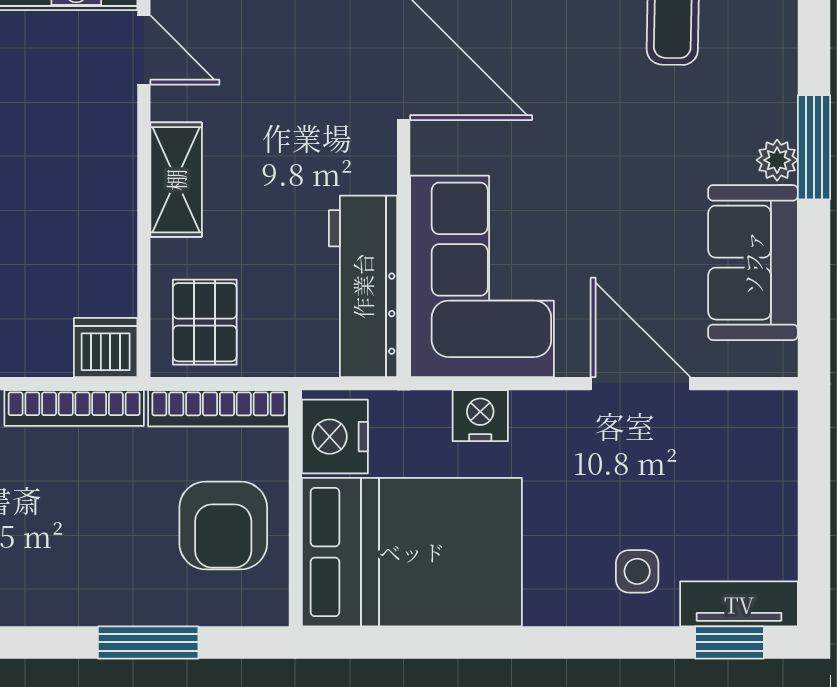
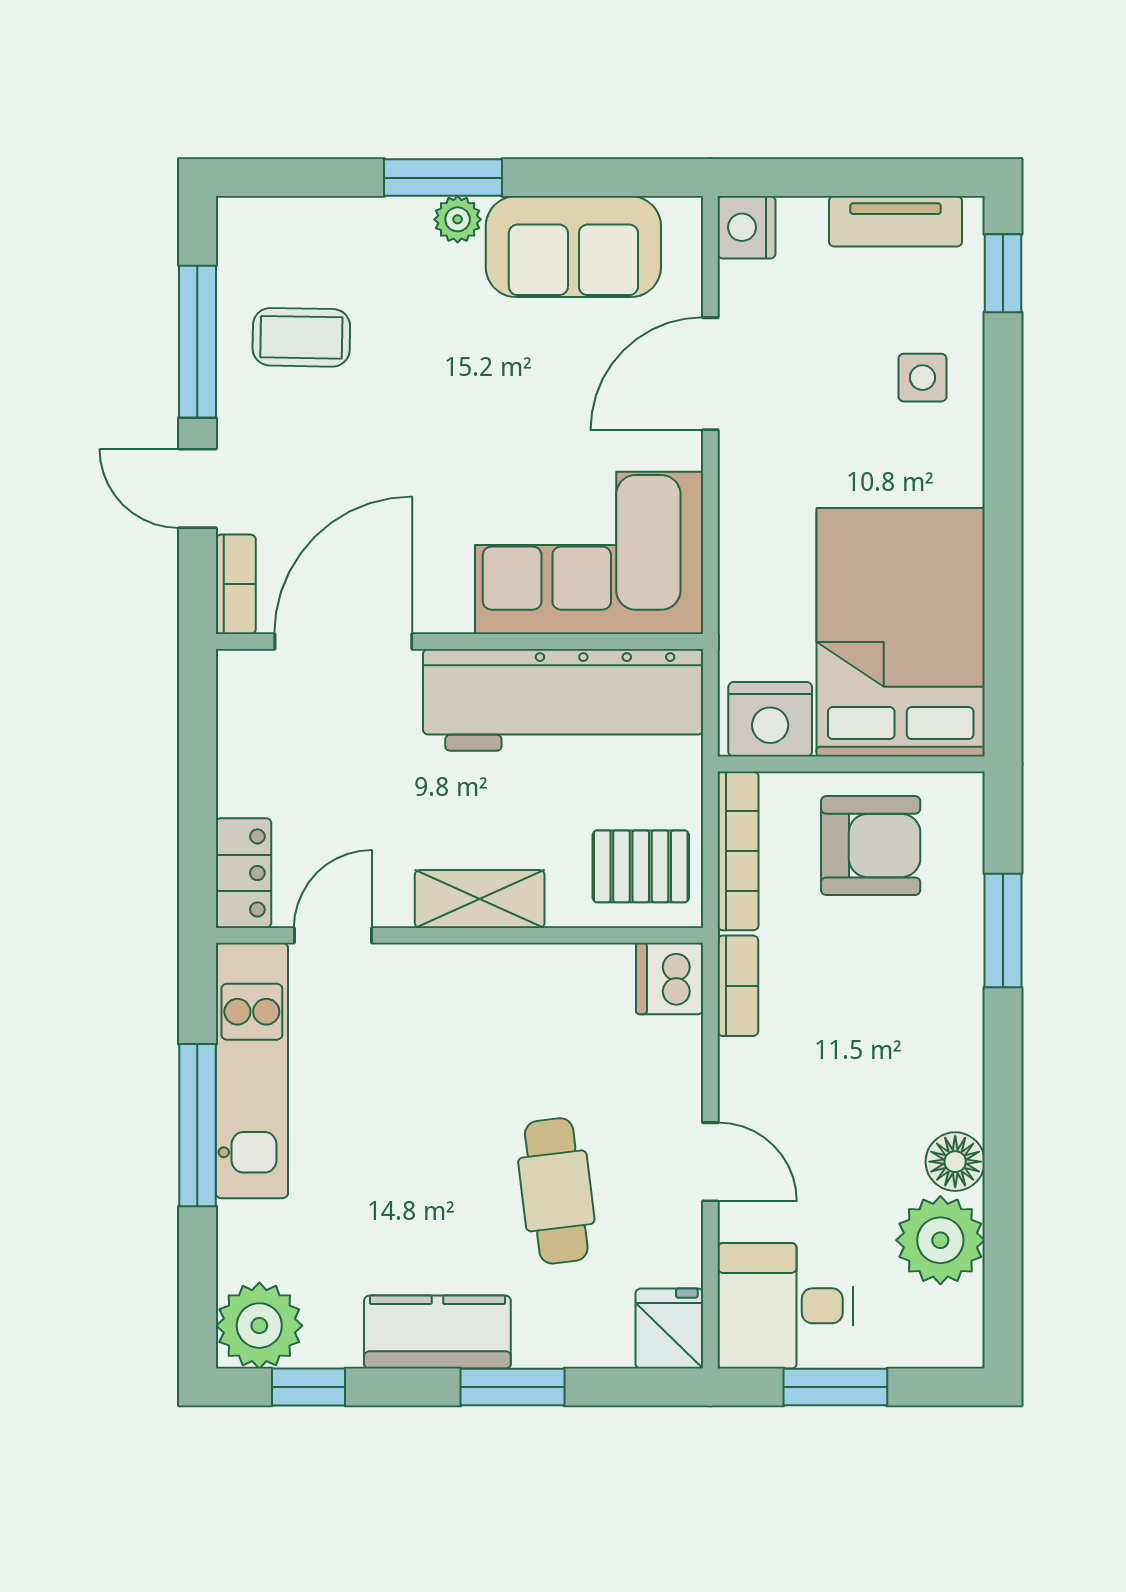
workbench: (363, 286) -> (563, 700), width x1.36, depth x1.32
bookcase: (74, 408) -> (738, 986), width x0.64
nightstand: (480, 416) -> (747, 227), moved
tv unit: (739, 604) -> (896, 221), moved, turned -90

